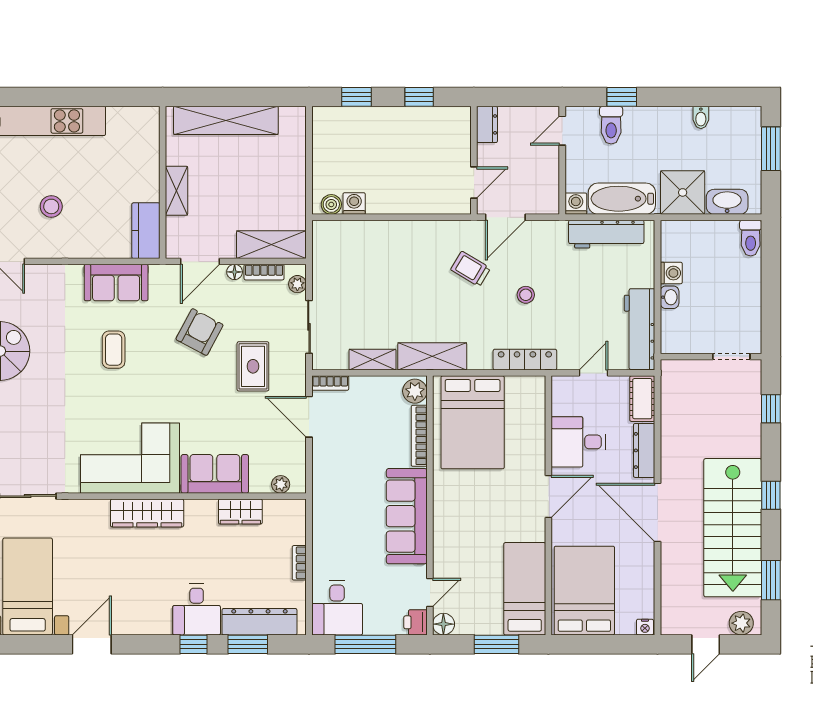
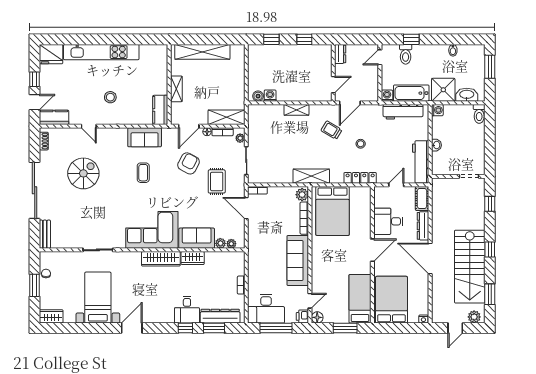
washing machine: (671, 273) -> (437, 110), moved
shelving: (372, 360) -> (296, 110), moved
plant: (260, 483) -> (220, 243), added
wardrobe: (240, 512) -> (193, 258), moved
desk: (337, 608) -> (266, 309), width x1.37

